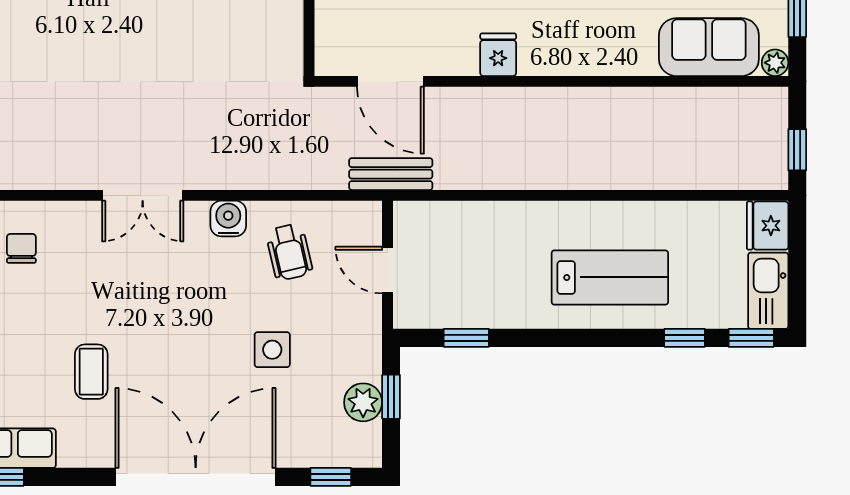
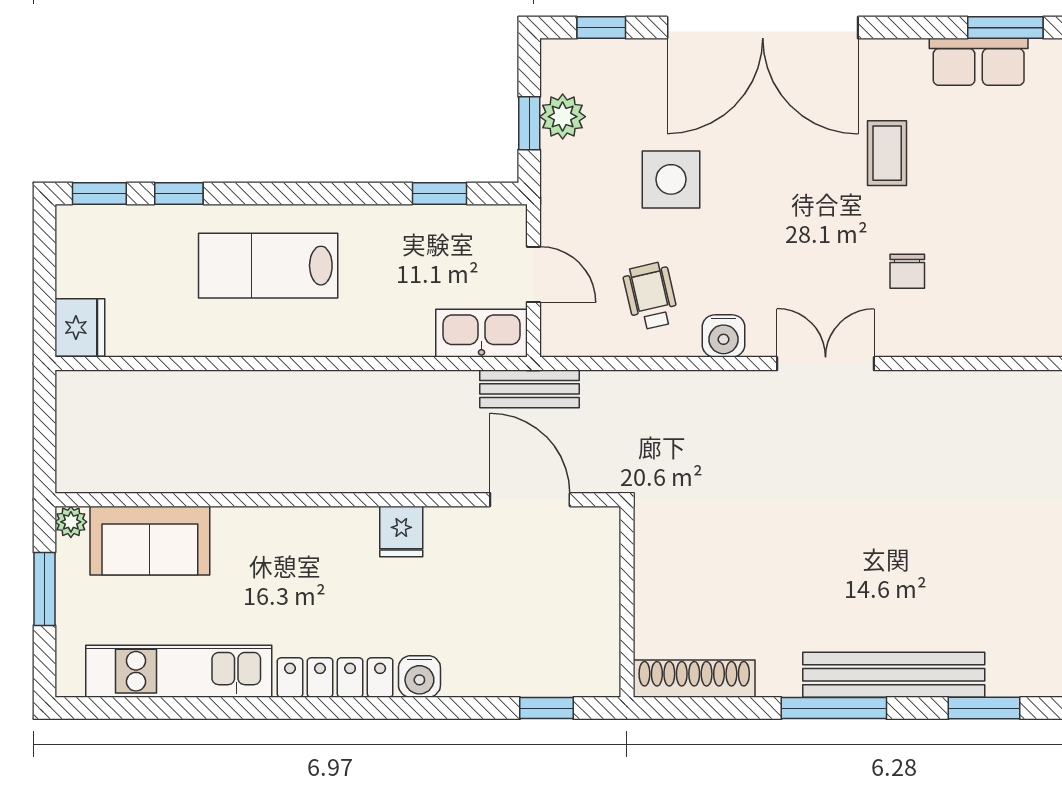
window: (797, 150) -> (44, 418), removed
chair: (21, 248) -> (907, 271), moved
kitchen sink: (768, 291) -> (481, 333), moved, turned -90
side table: (272, 350) -> (671, 179), width x1.37, depth x1.37

